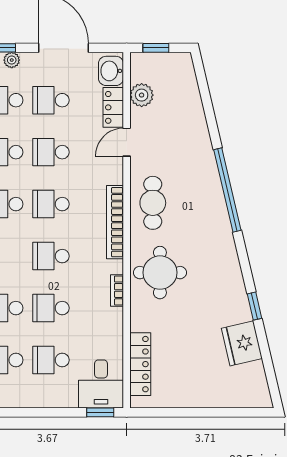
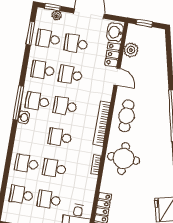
door: (127, 142) -> (117, 77), swing flipped

